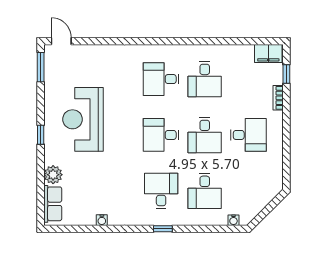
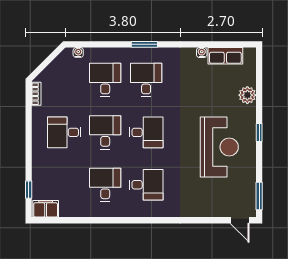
bookcase: (278, 98) -> (36, 94), moved
desk: (161, 191) -> (146, 80), turned 180
row of seats: (53, 204) -> (225, 56), moved, turned -90
window: (163, 229) -> (144, 44), width x1.50

